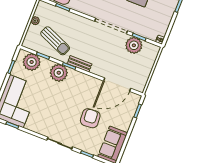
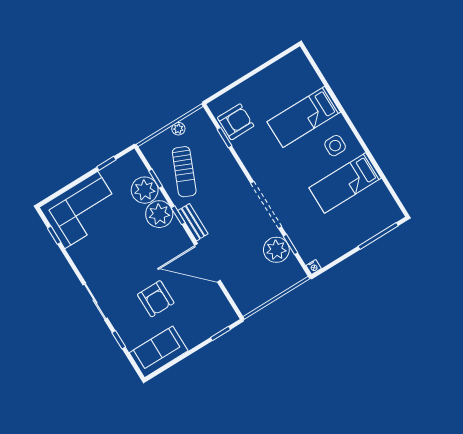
plant: (32, 62) -> (145, 190), moved
door: (117, 85) -> (208, 263), moved
armchair: (90, 118) -> (156, 299), turned 94

